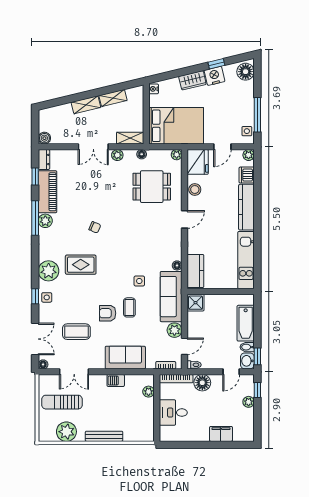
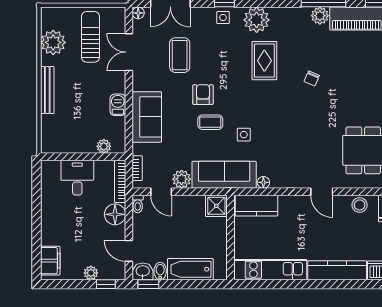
filing cabinet: (221, 434) -> (50, 261), moved

